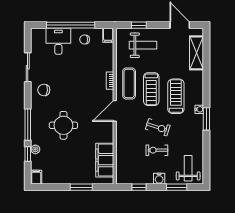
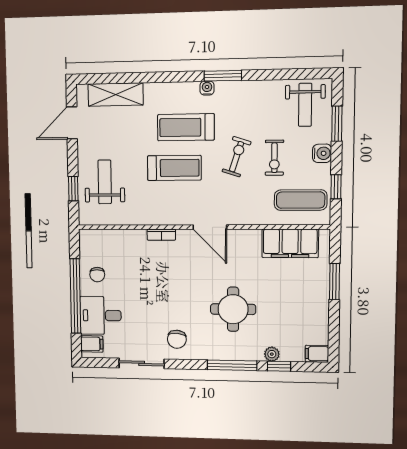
filing cabinet: (108, 35) -> (92, 344), moved
exercise mat: (129, 84) -> (301, 200), moved
weight bench: (188, 168) -> (305, 105), turned -90

